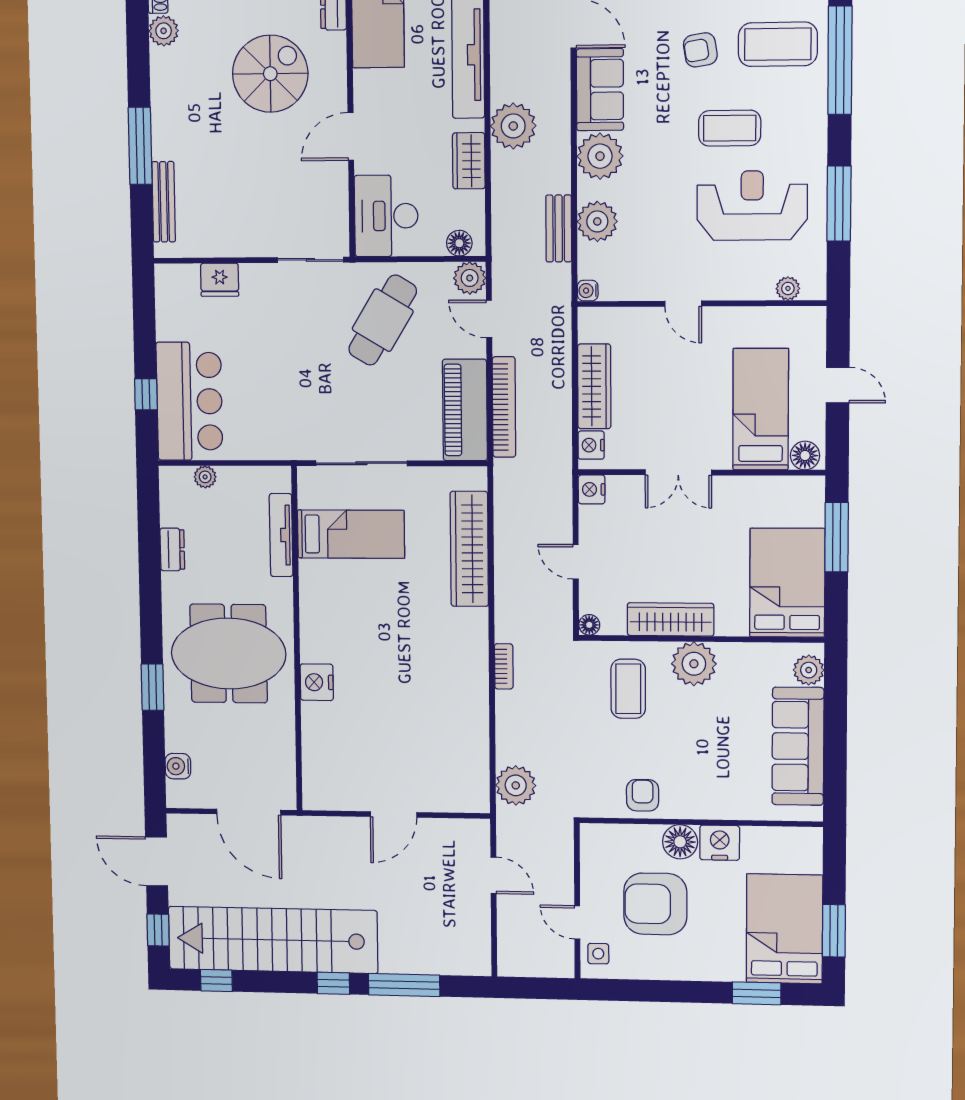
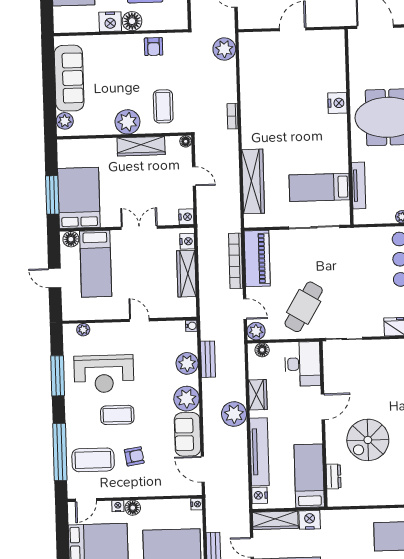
bed: (787, 583) -> (79, 198), moved, turned 180

